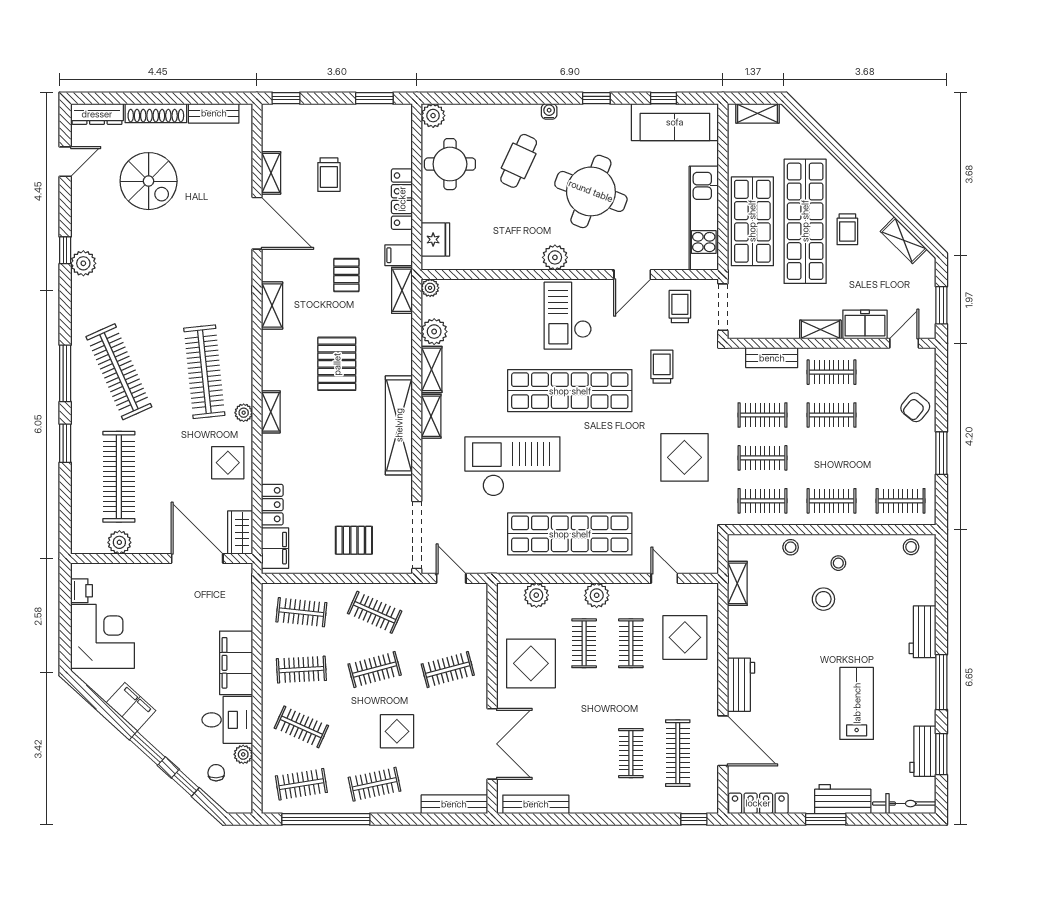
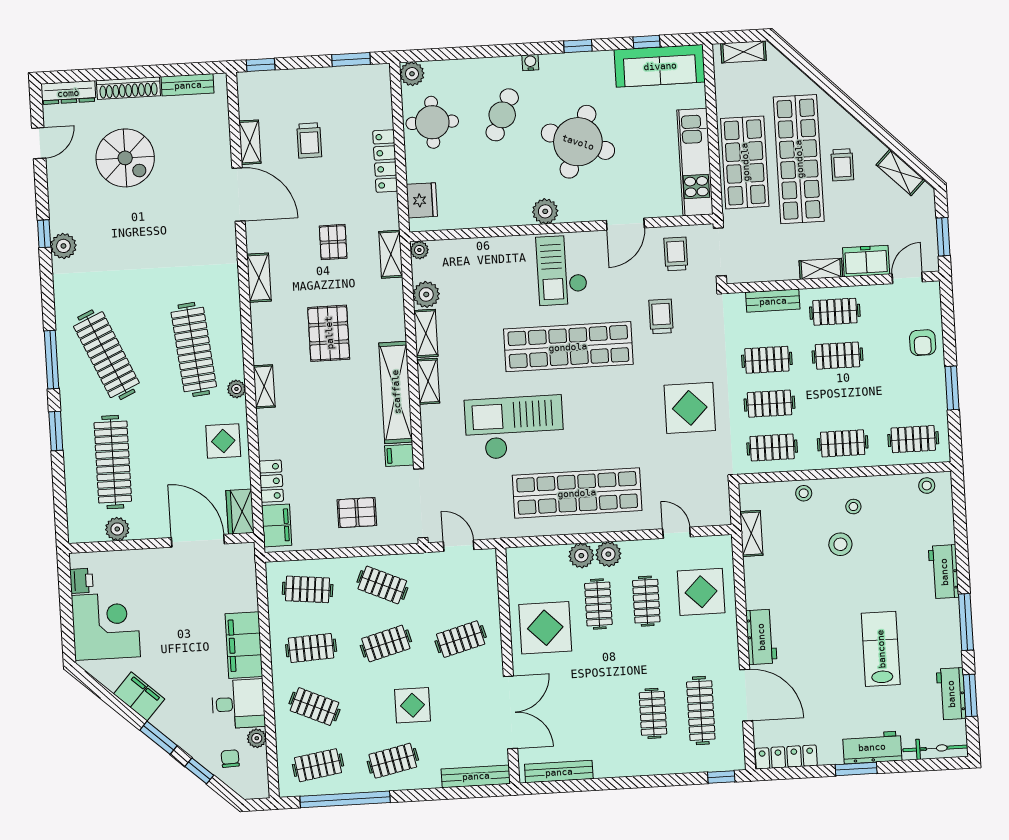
filing cabinet: (399, 255) -> (399, 455), moved
armchair: (915, 407) -> (923, 343), turned -39
plant: (536, 595) -> (581, 556), moved

